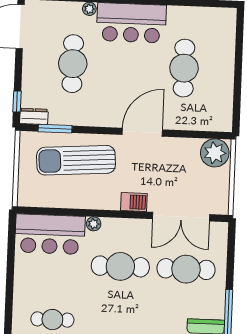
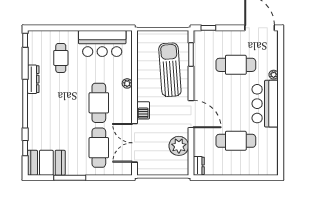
dresser: (34, 116) -> (199, 166), moved
plant: (215, 153) -> (179, 146), moved
bar counter: (50, 234) -> (102, 43), moved, turned -90

